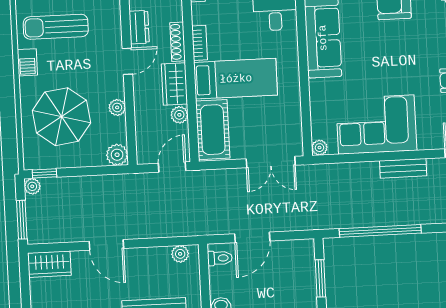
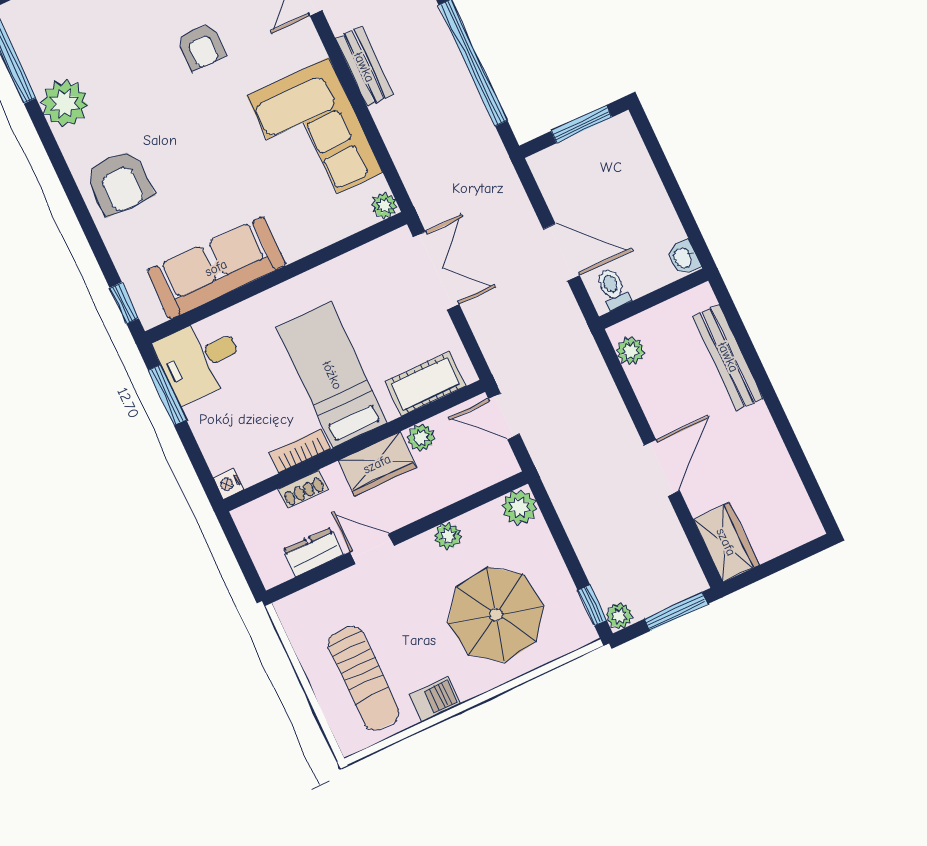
shoe rack: (178, 42) -> (303, 489), width x0.70
cot: (213, 130) -> (425, 384), width x0.73, depth x0.75

